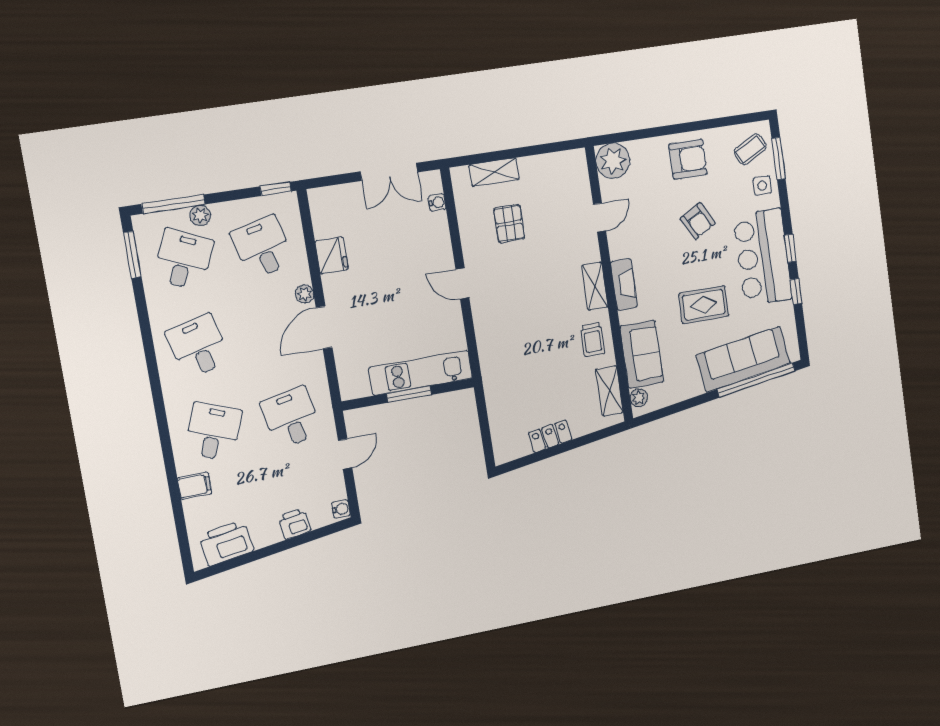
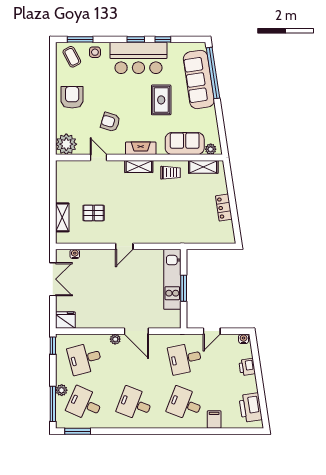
armchair: (698, 221) -> (110, 122), moved, turned -134
fridge: (332, 255) -> (65, 320), moved
desk: (198, 346) -> (135, 404), turned 36
door: (345, 454) -> (212, 331), swing flipped

